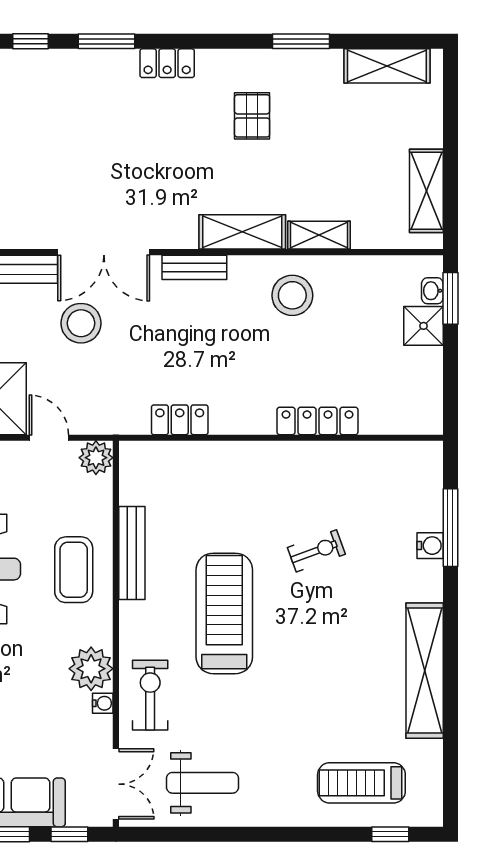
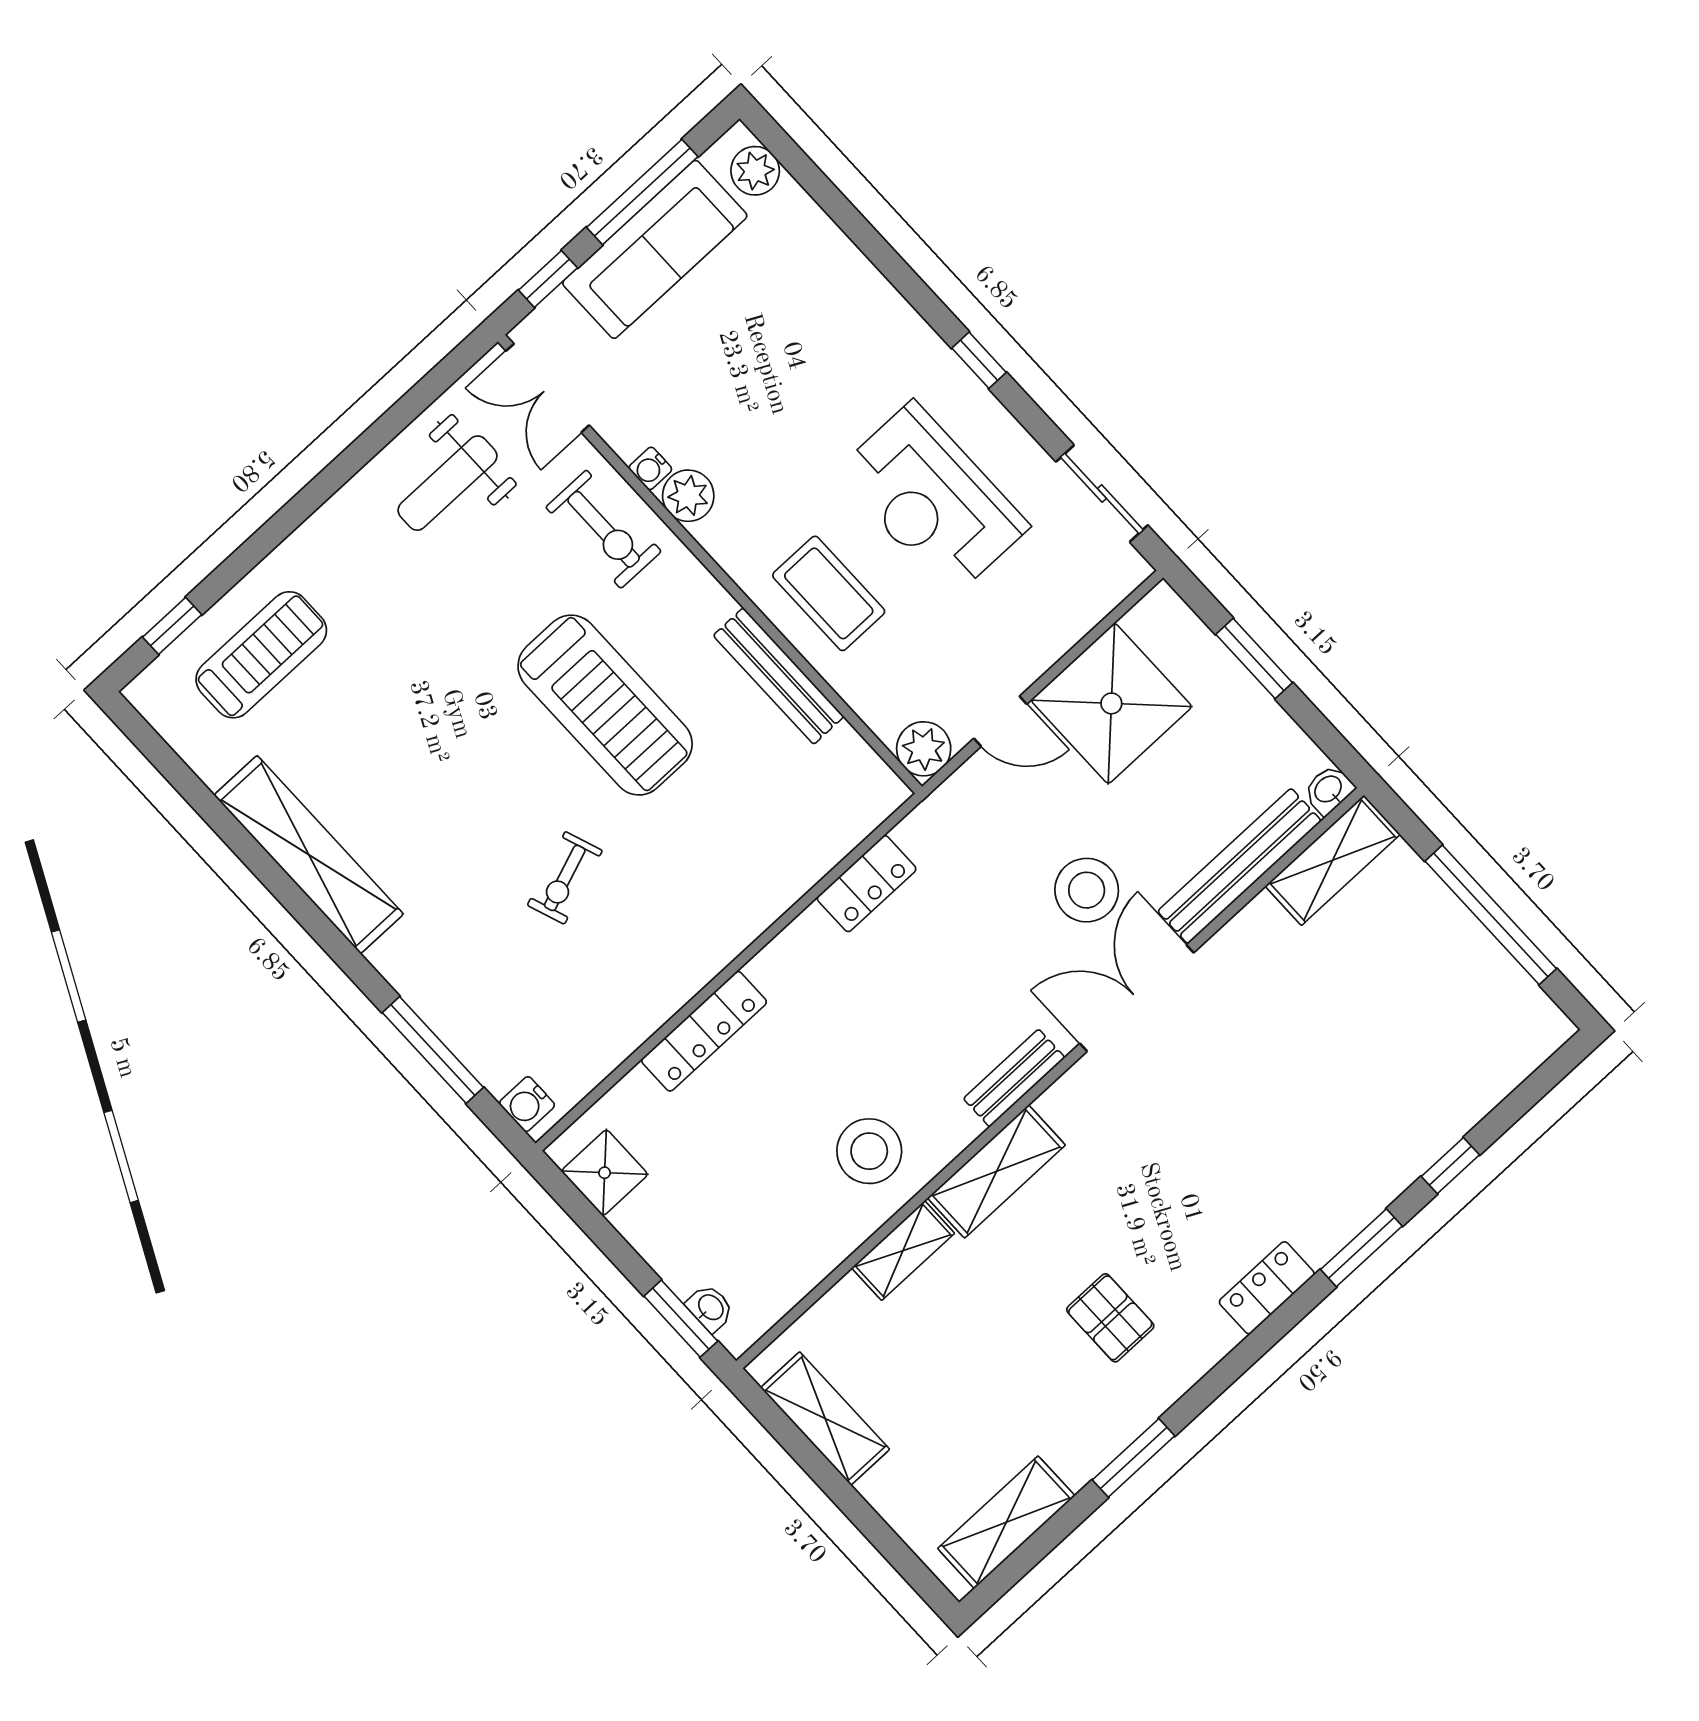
shower: (424, 326) -> (605, 1173), moved
water cooler: (430, 546) -> (527, 1104), moved
plant: (91, 669) -> (688, 496), width x0.73, depth x0.73

